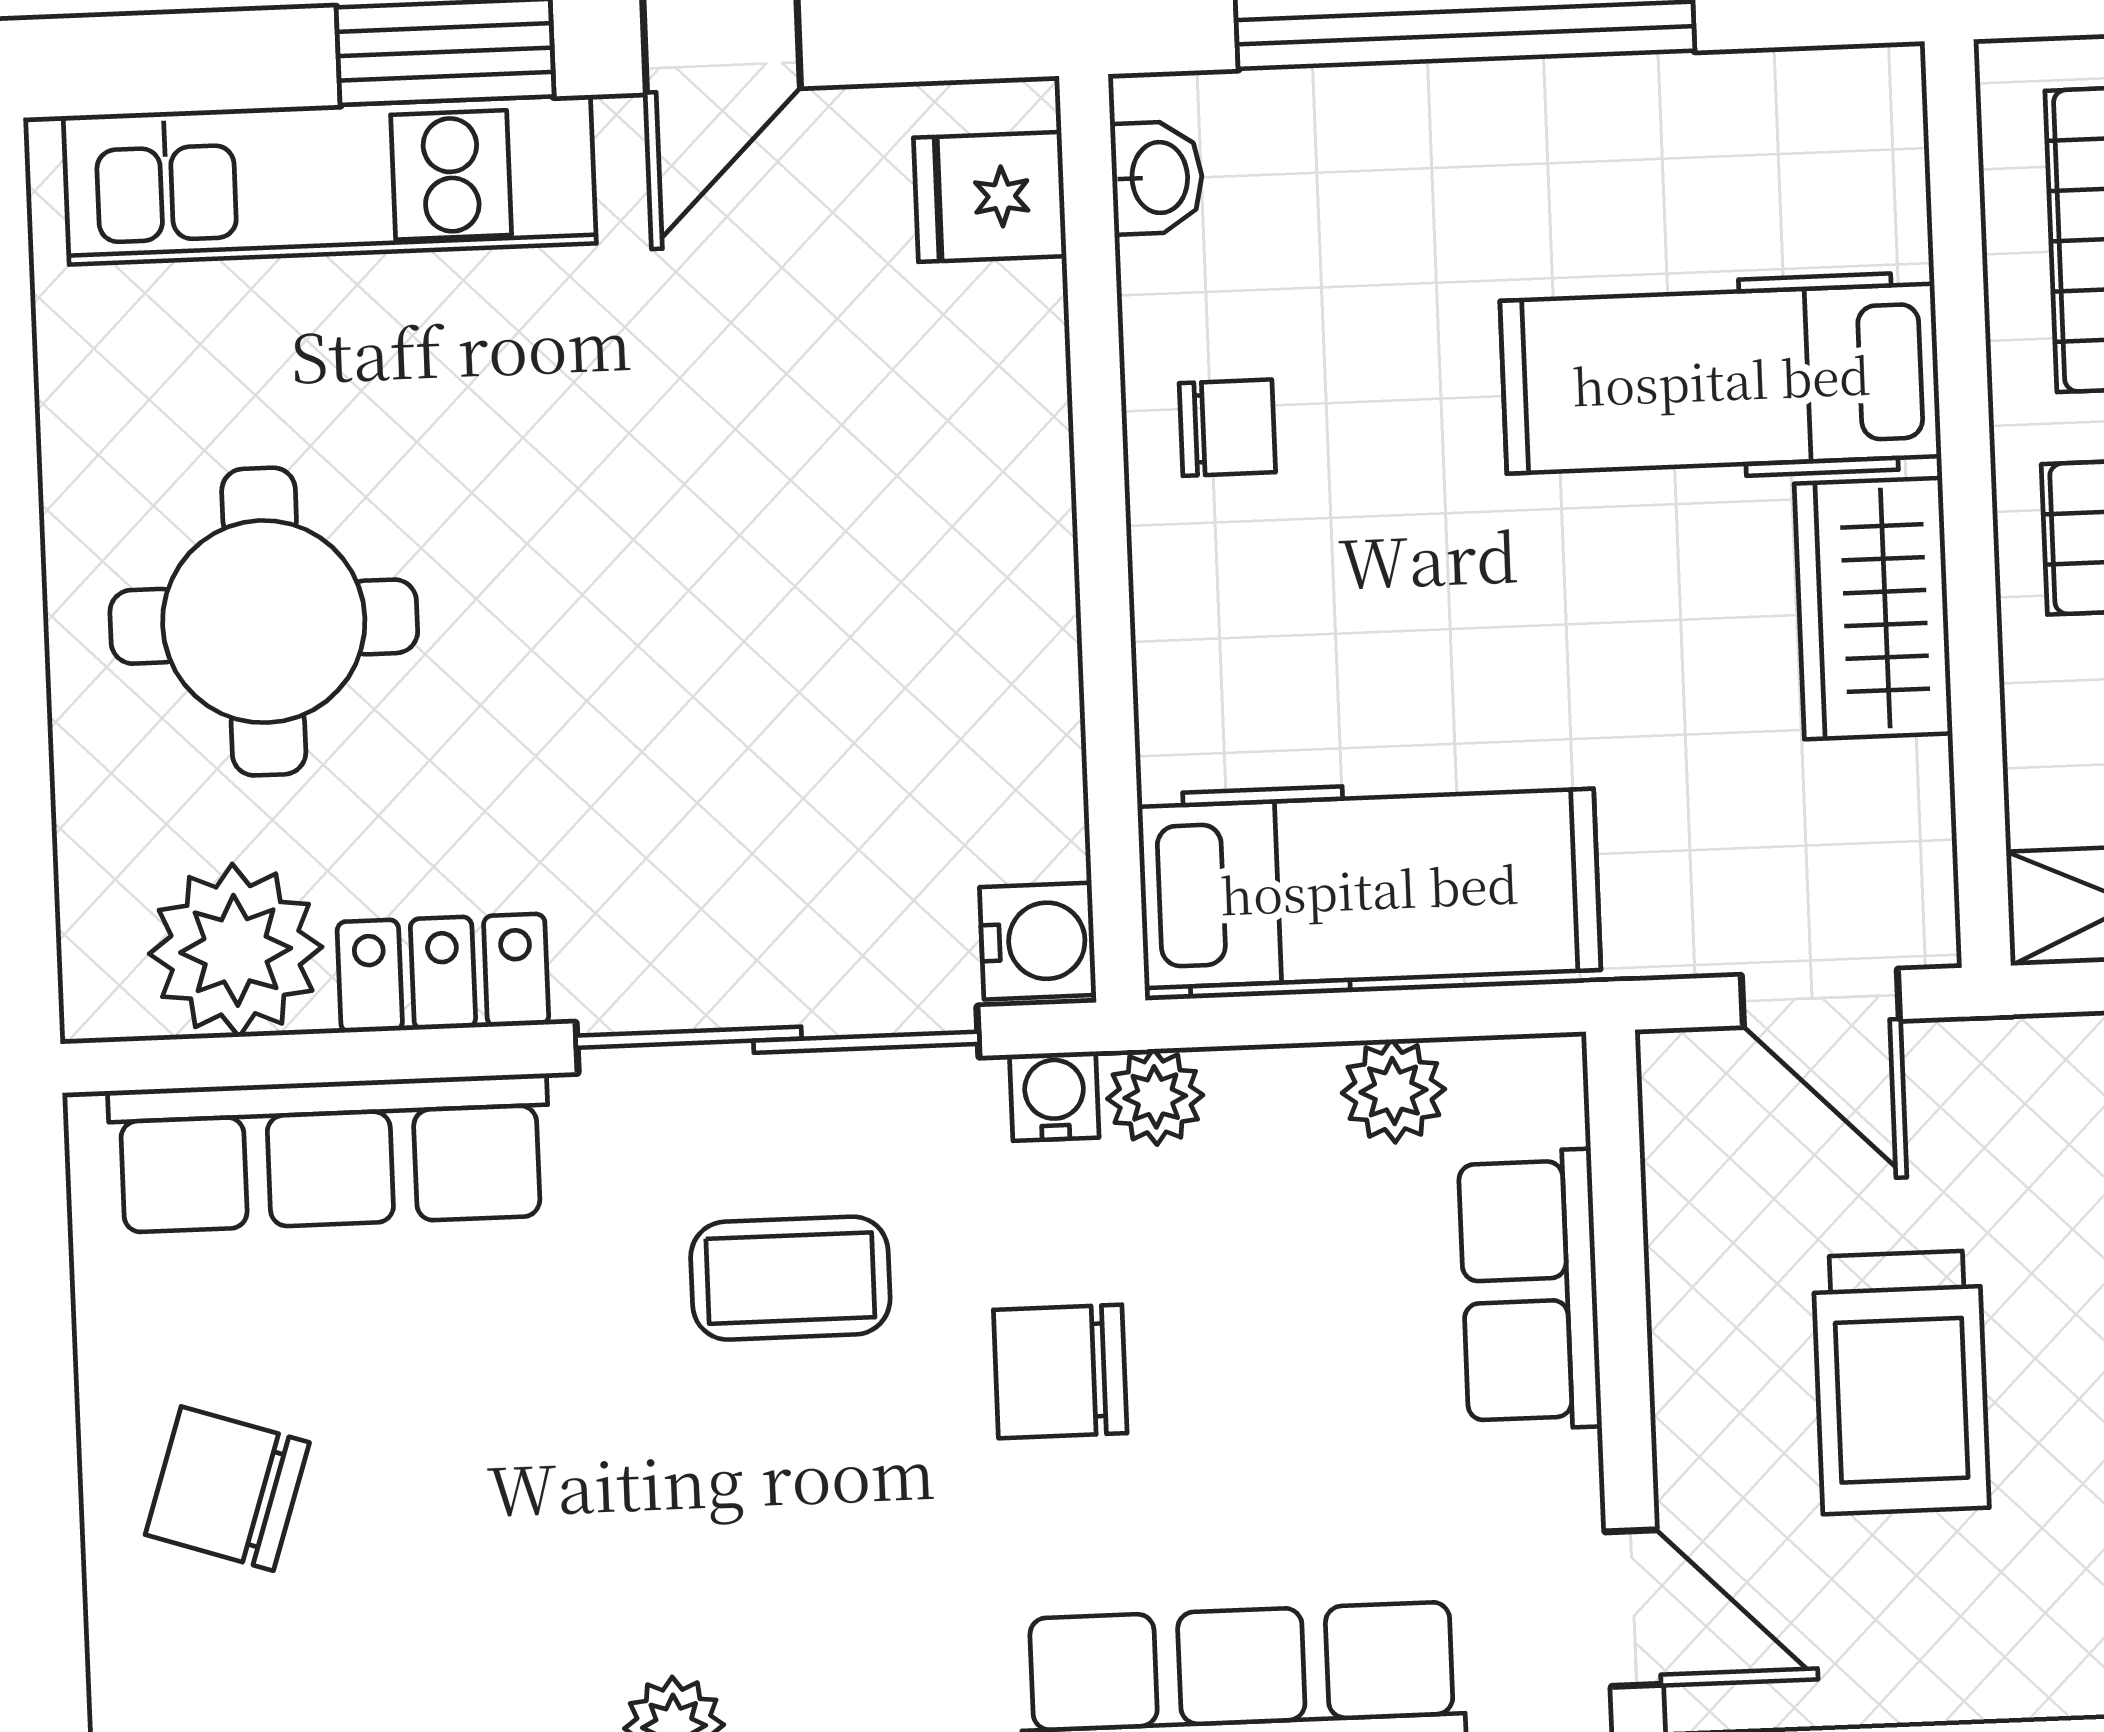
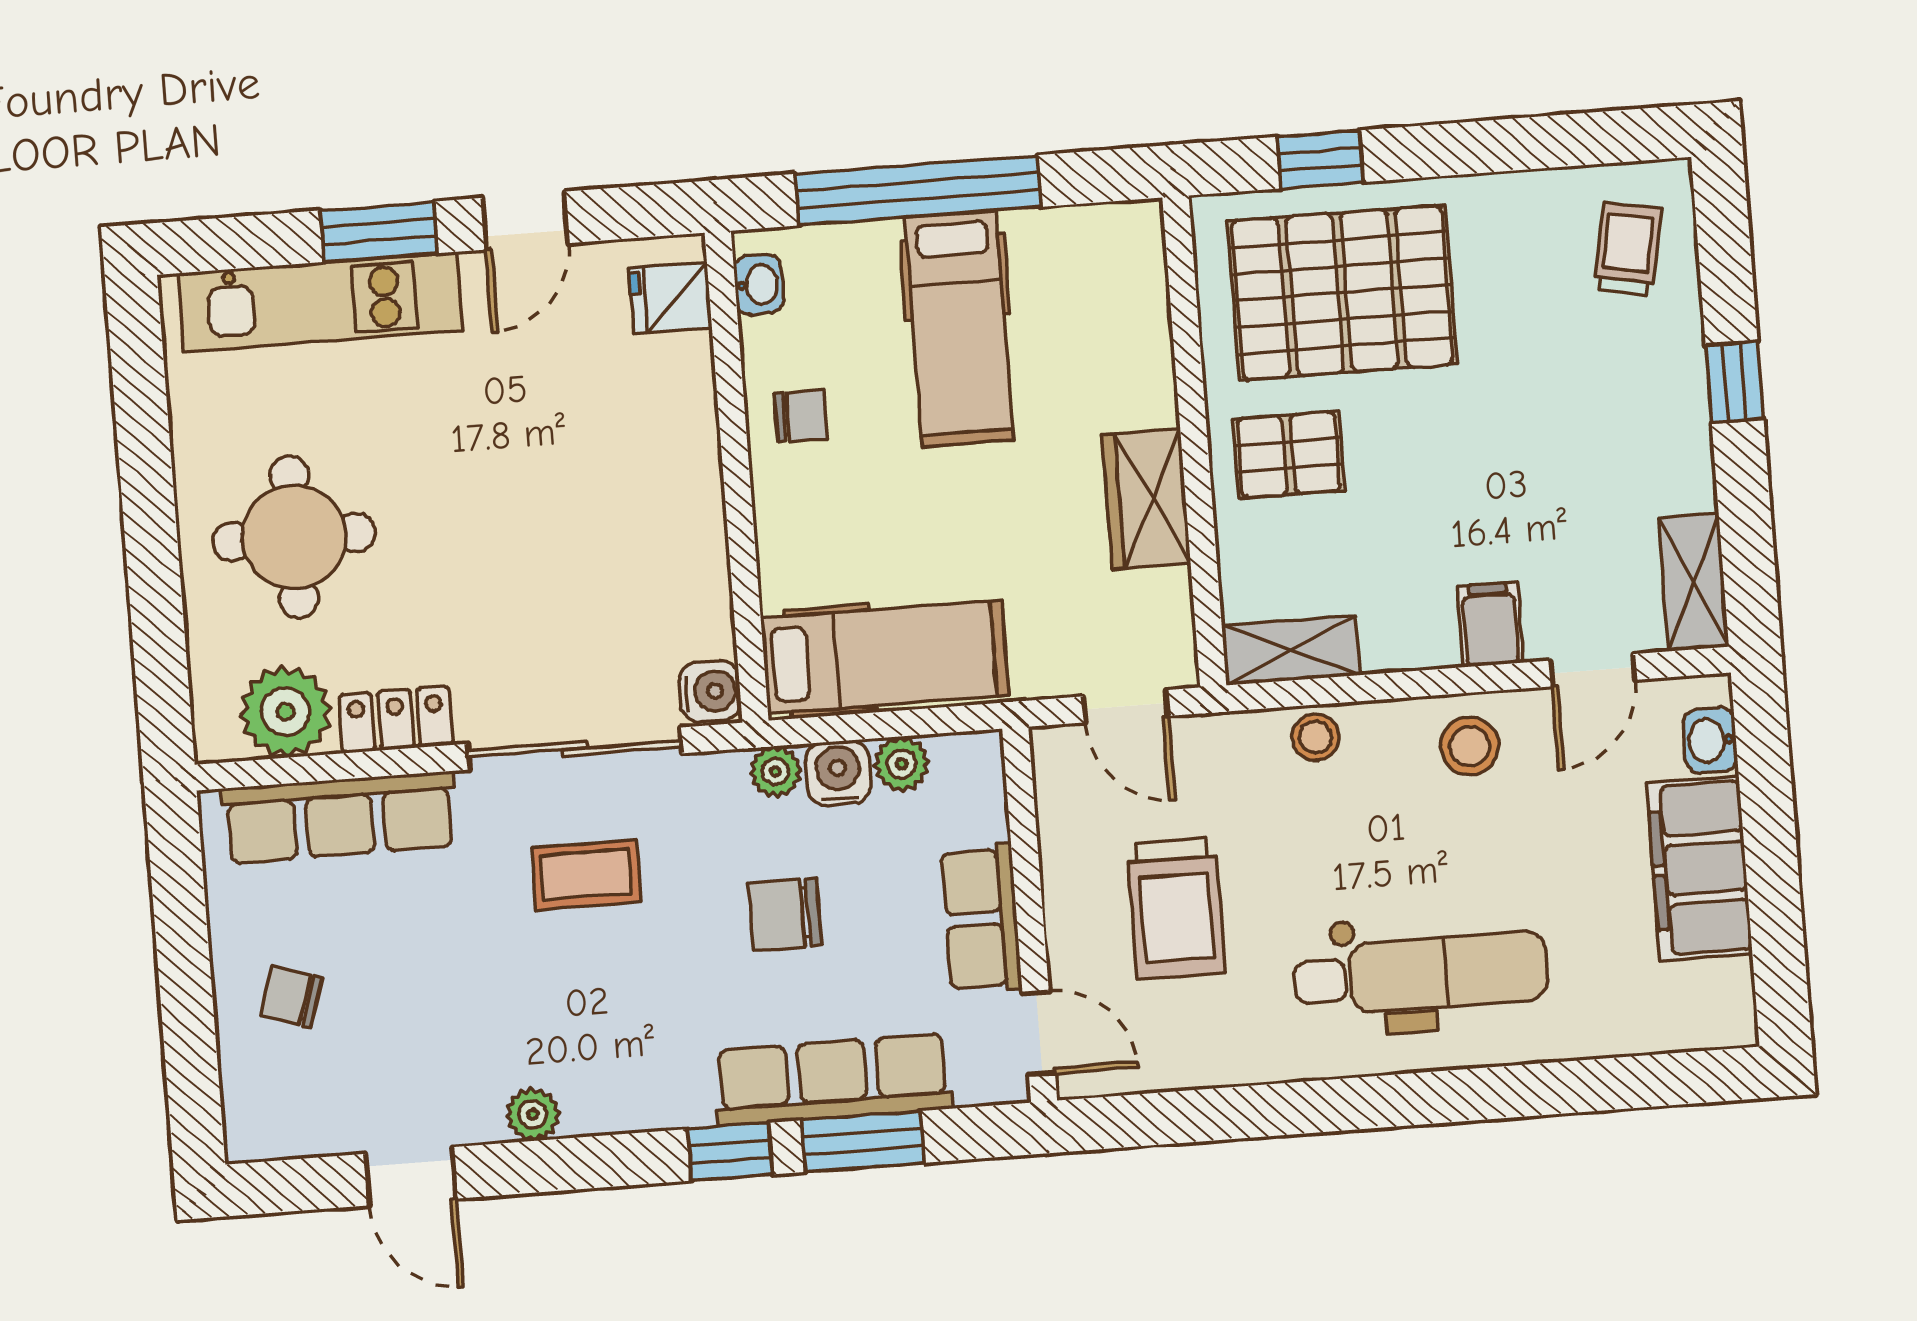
hospital bed: (1721, 379) -> (959, 329), moved, turned -90
water cooler: (1054, 1096) -> (838, 773), moved, width x1.38, depth x1.38
row of seats: (1530, 1290) -> (982, 919), moved
chair: (1060, 1371) -> (785, 914), moved
chair: (227, 1489) -> (292, 997), width x0.73, depth x0.73

